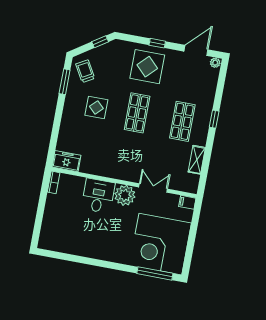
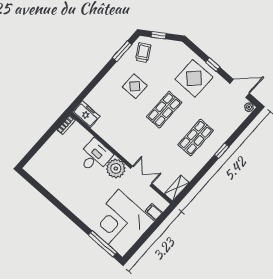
window: (100, 42) -> (159, 35), moved
shelving: (197, 160) -> (177, 188), moved
filing cabinet: (187, 202) -> (154, 212), moved

